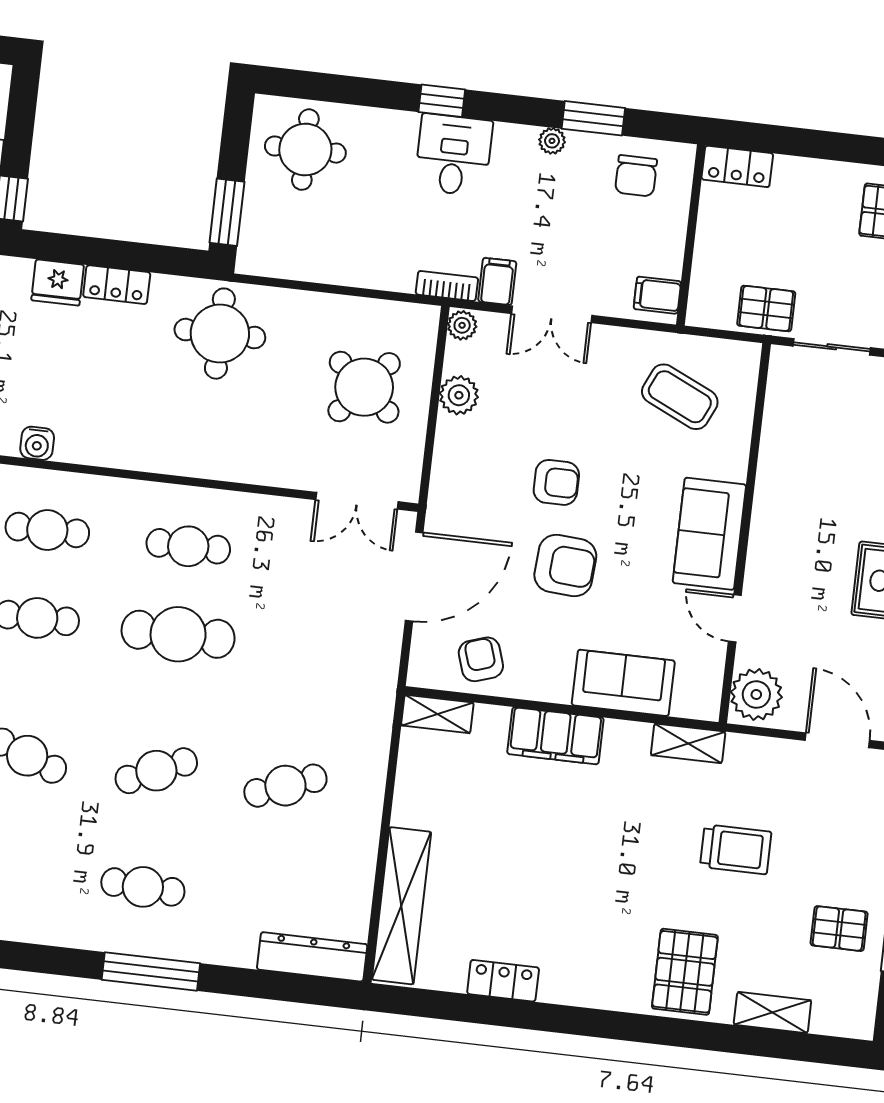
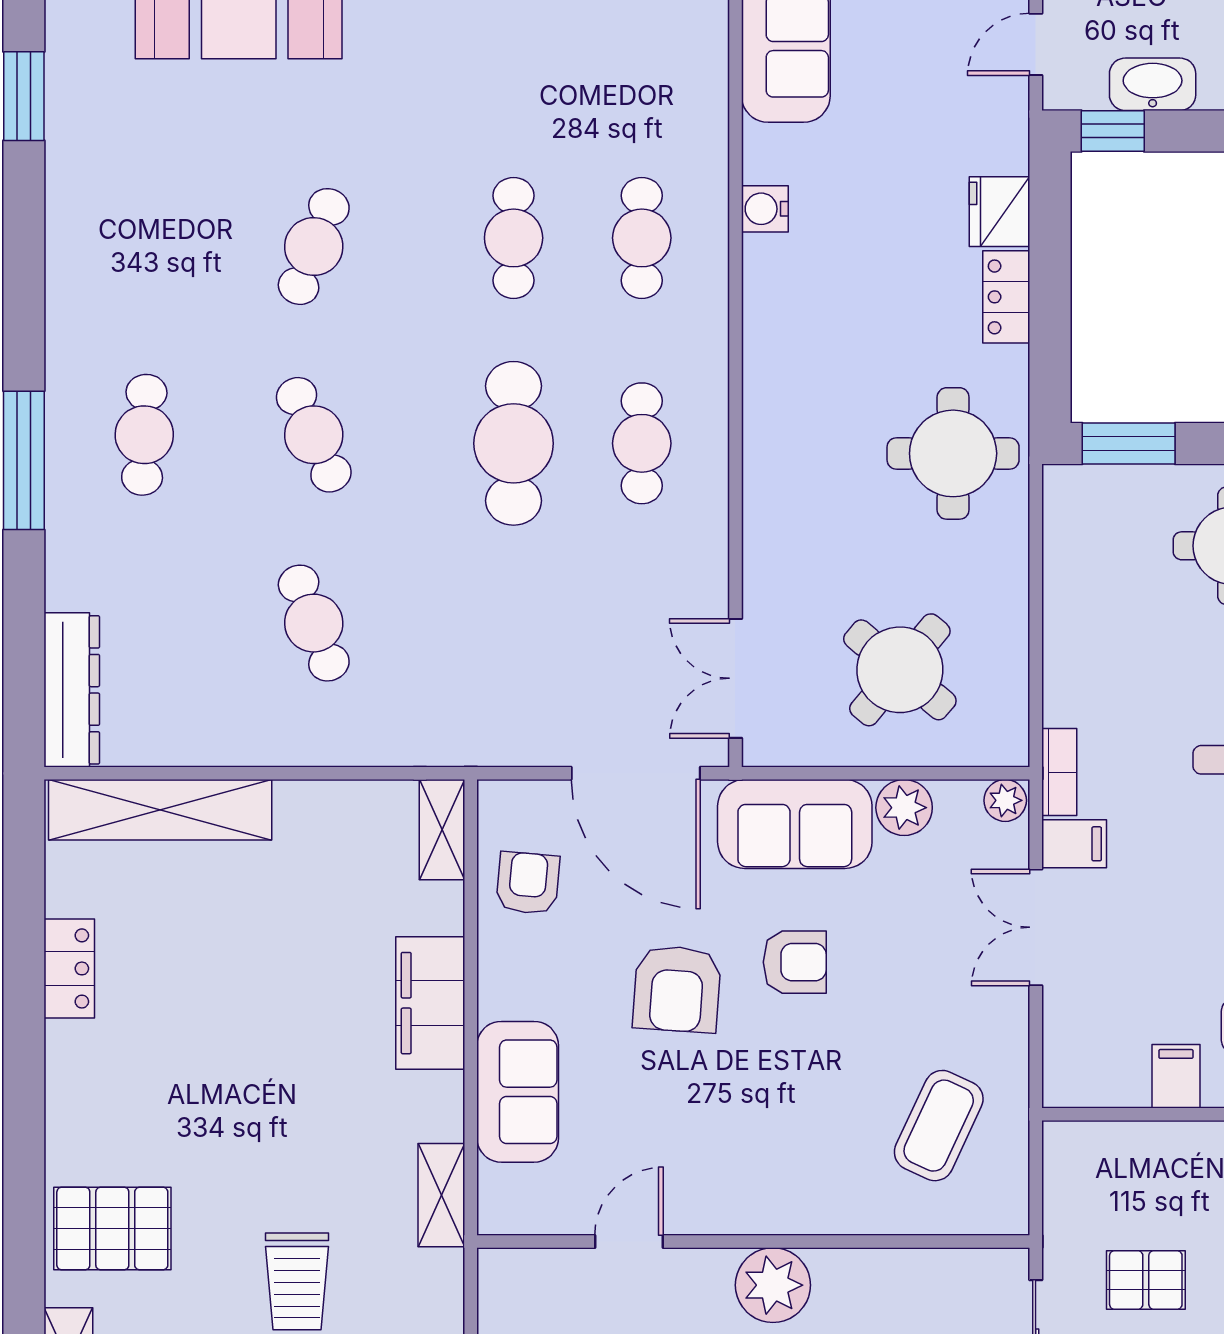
filing cabinet: (657, 295) -> (1176, 1076), moved
pallet: (766, 308) -> (1146, 1280), moved, turned 90
armchair: (556, 482) -> (795, 962), turned -90
sofa: (709, 534) -> (795, 824), moved, turned 180
armchair: (481, 659) -> (528, 883), turned -67
plant: (756, 695) -> (773, 1285), moved

